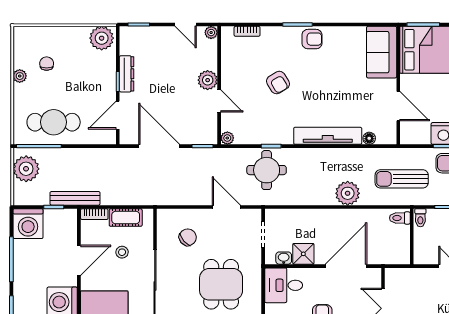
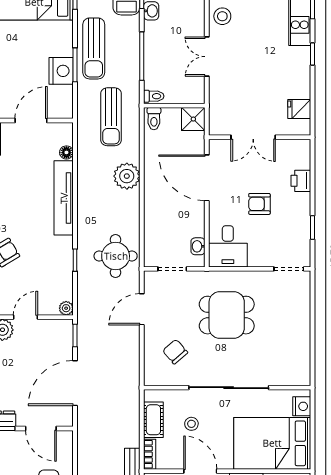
round table: (267, 170) -> (116, 256), moved
shower: (303, 254) -> (193, 119), moved

